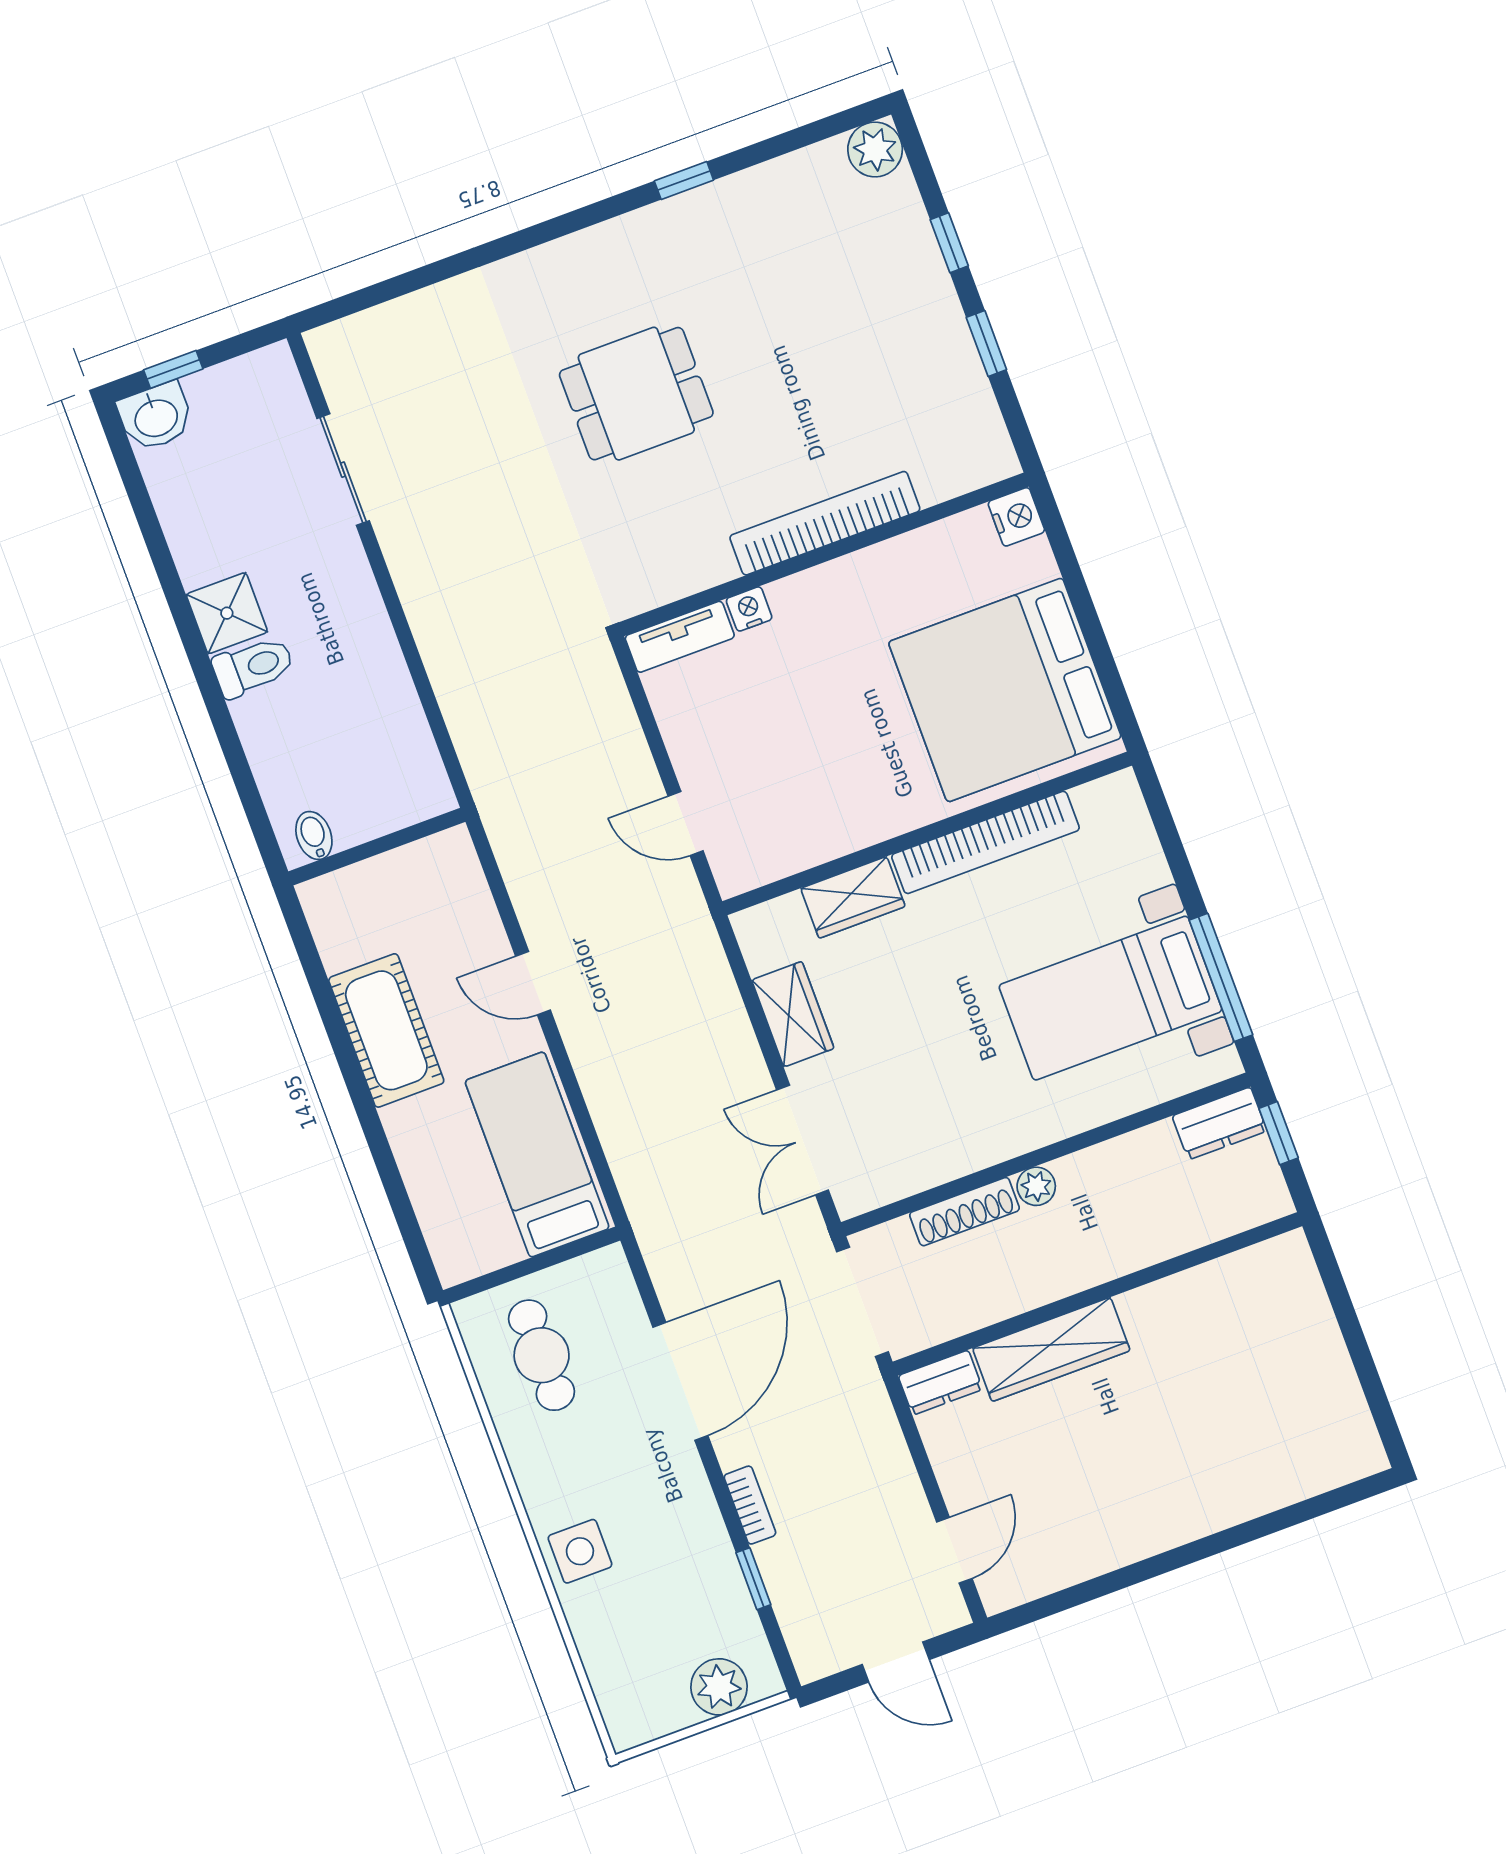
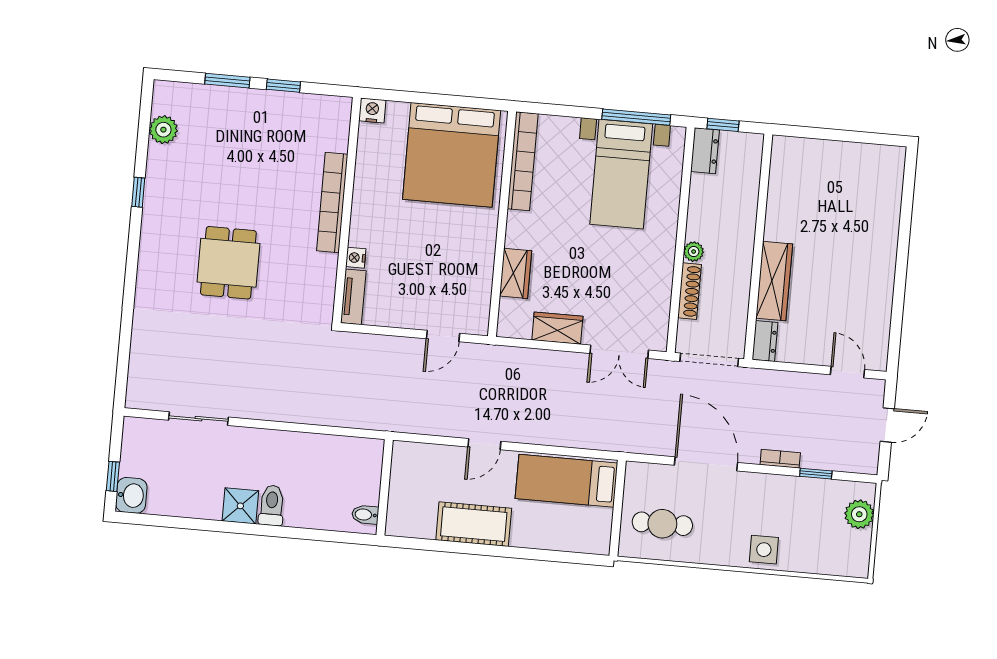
plant: (875, 149) -> (163, 130), moved
window: (949, 243) -> (227, 81), width x1.50
bookcase: (985, 842) -> (523, 161), moved

